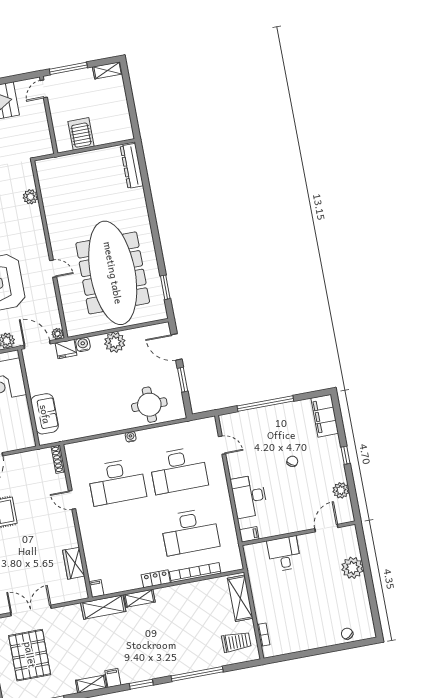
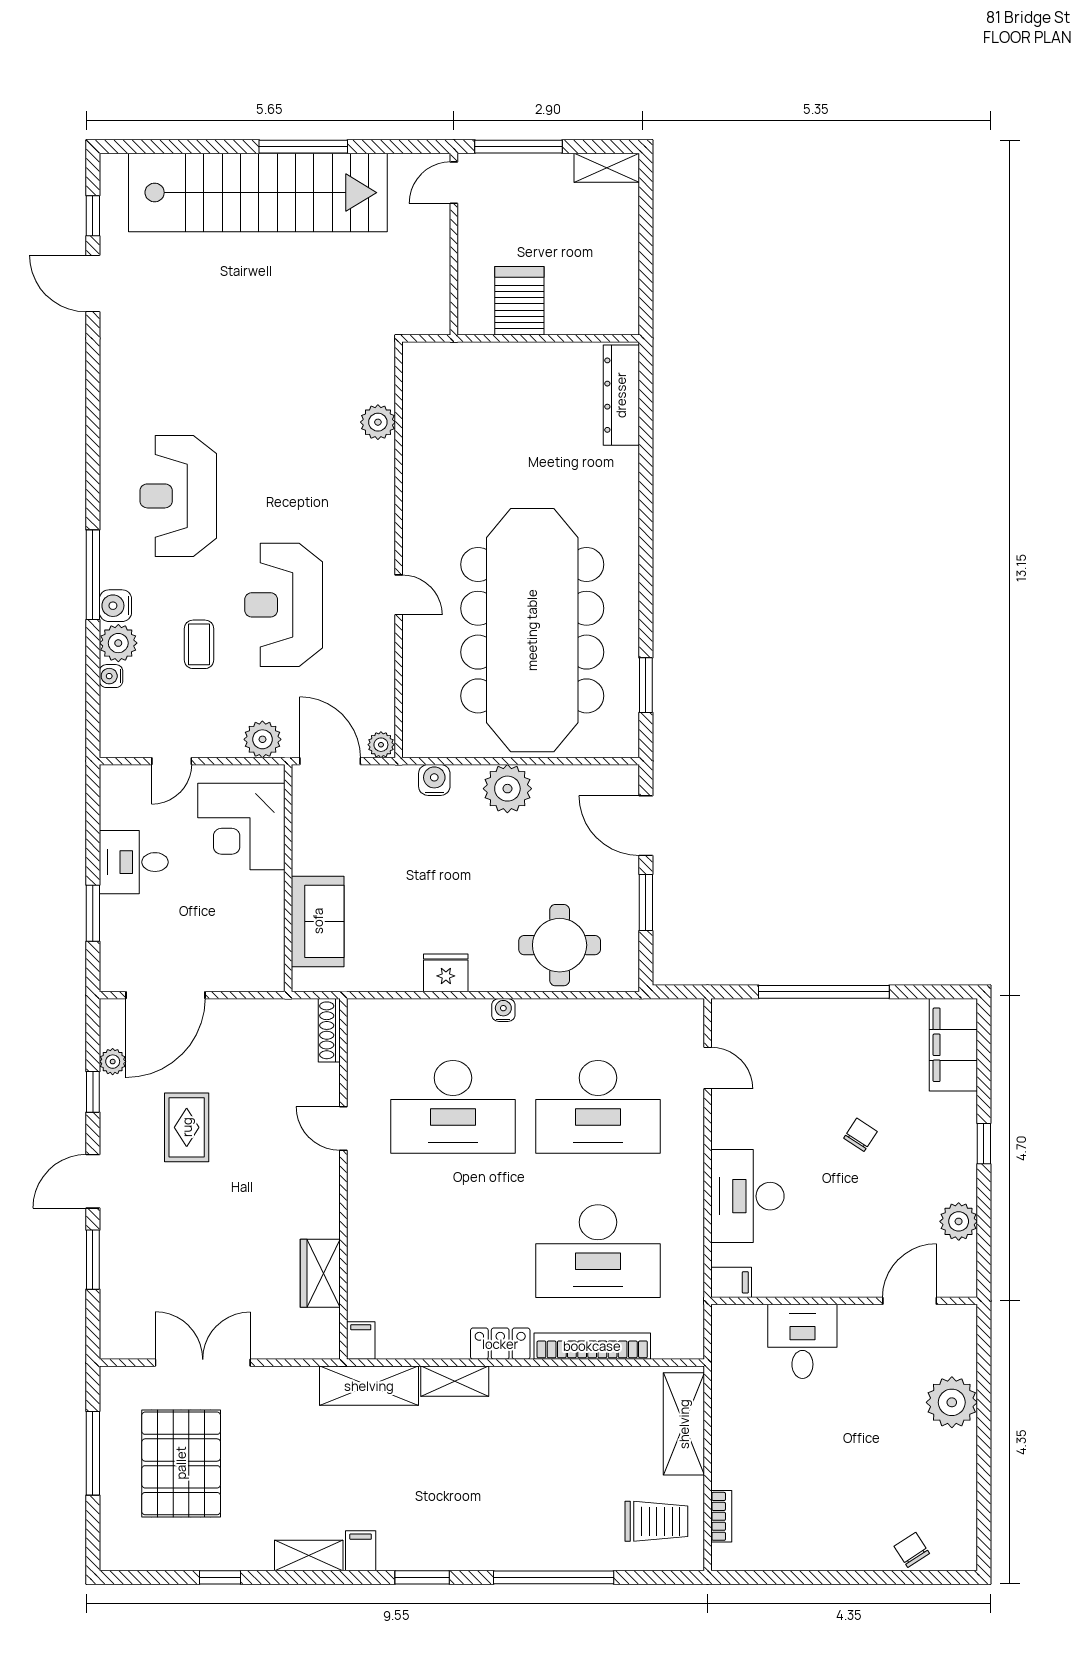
fridge: (66, 349) -> (446, 973), moved, turned 180

